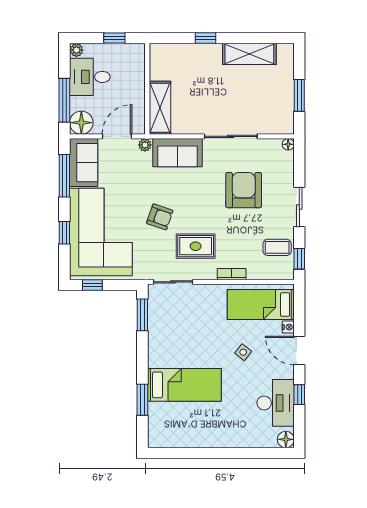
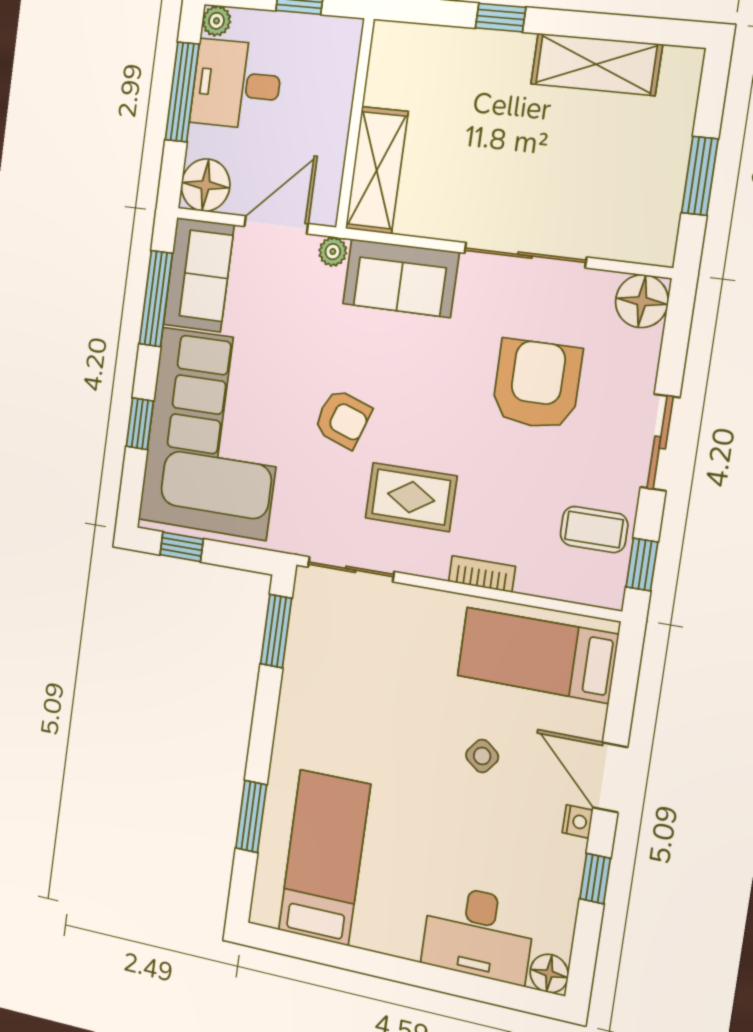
window: (64, 100) -> (182, 92), moved
floor lamp: (288, 144) -> (642, 301), width x1.89, depth x1.89
nightstand: (288, 327) -> (578, 821), moved
bed: (184, 385) -> (324, 858), moved, turned -90
desk: (276, 403) -> (478, 934), moved, turned 90

